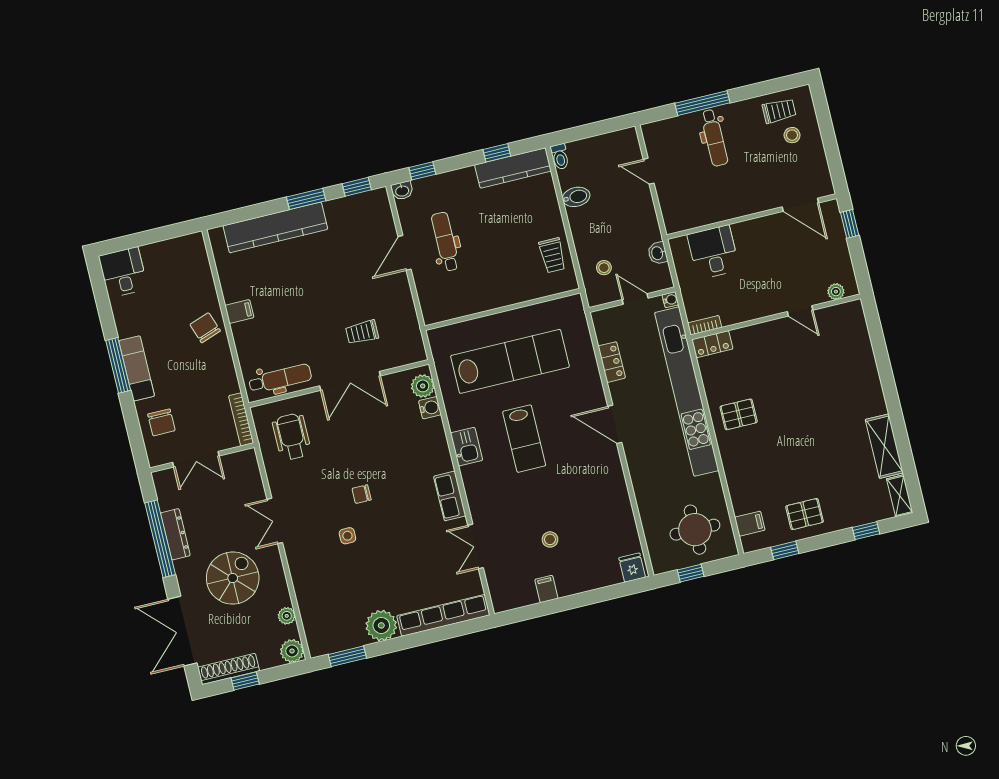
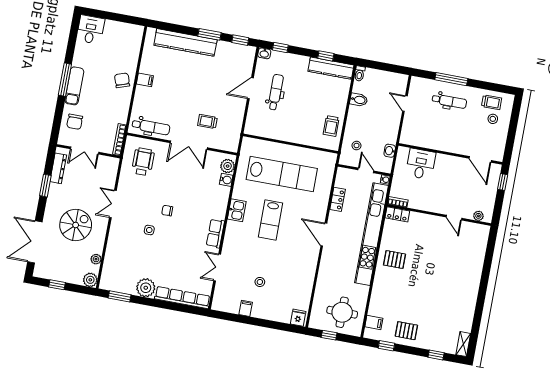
dental chair: (714, 138) -> (449, 101), turned -90
shelving: (884, 446) -> (467, 313), removed
dresser: (175, 534) -> (58, 168), moved
window: (160, 539) -> (45, 186), width x0.47
shoe rack: (229, 669) -> (51, 274), removed

